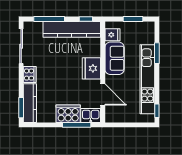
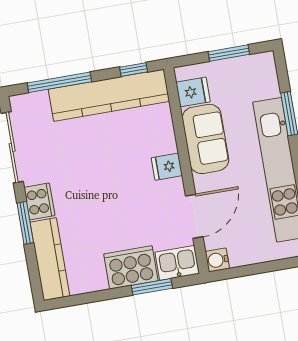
fridge: (91, 68) -> (167, 167), width x0.53, depth x0.75
door: (103, 95) -> (194, 216), hinge flipped
window: (21, 108) -> (25, 223), moved
water cooler: (110, 117) -> (217, 260), added
window: (77, 125) -> (152, 287), width x0.69

